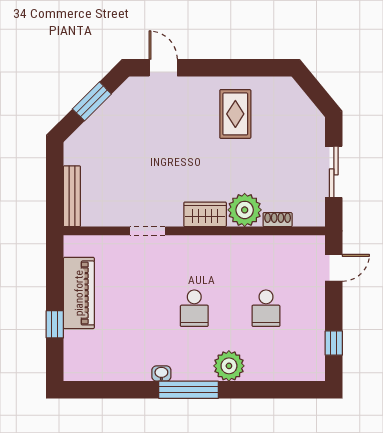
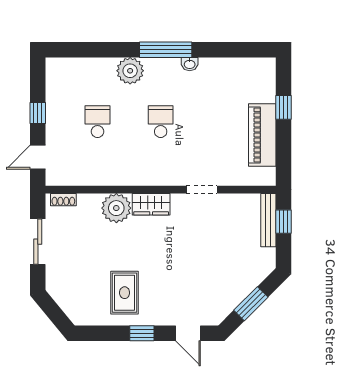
window: (216, 68) -> (142, 333), added
window: (55, 195) -> (283, 222), added
shoe rack: (278, 220) -> (63, 200), moved
window: (334, 343) -> (38, 113), moved

